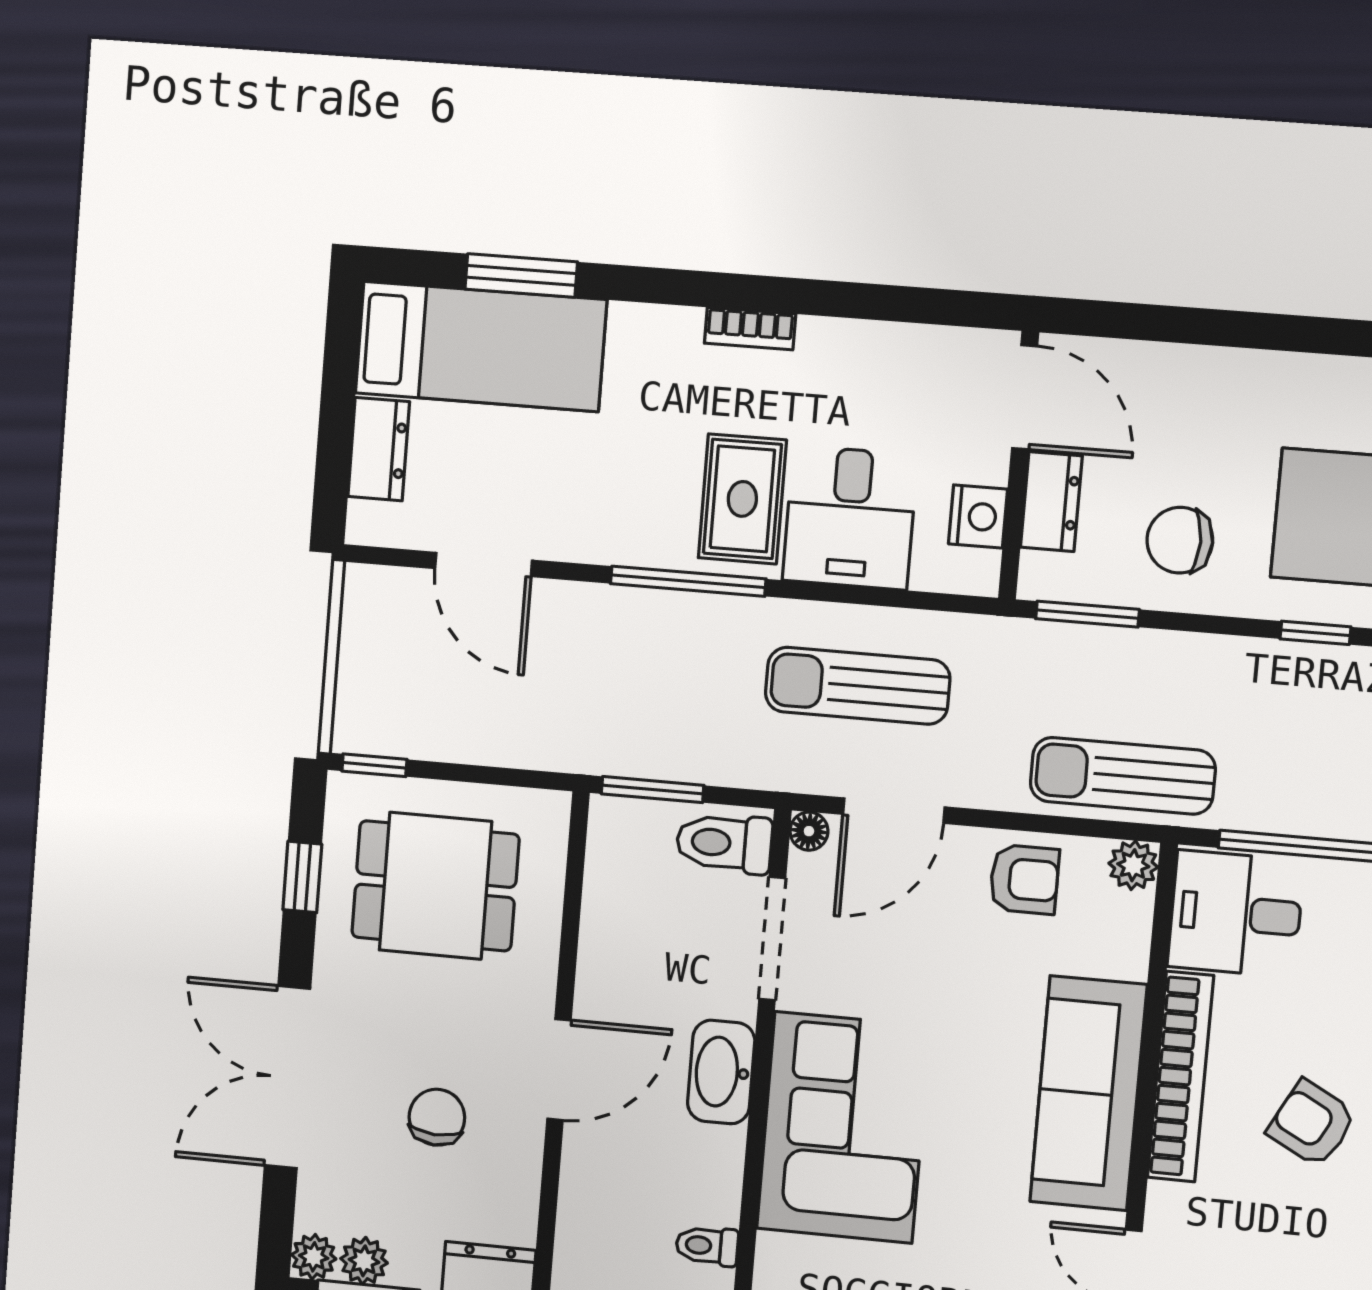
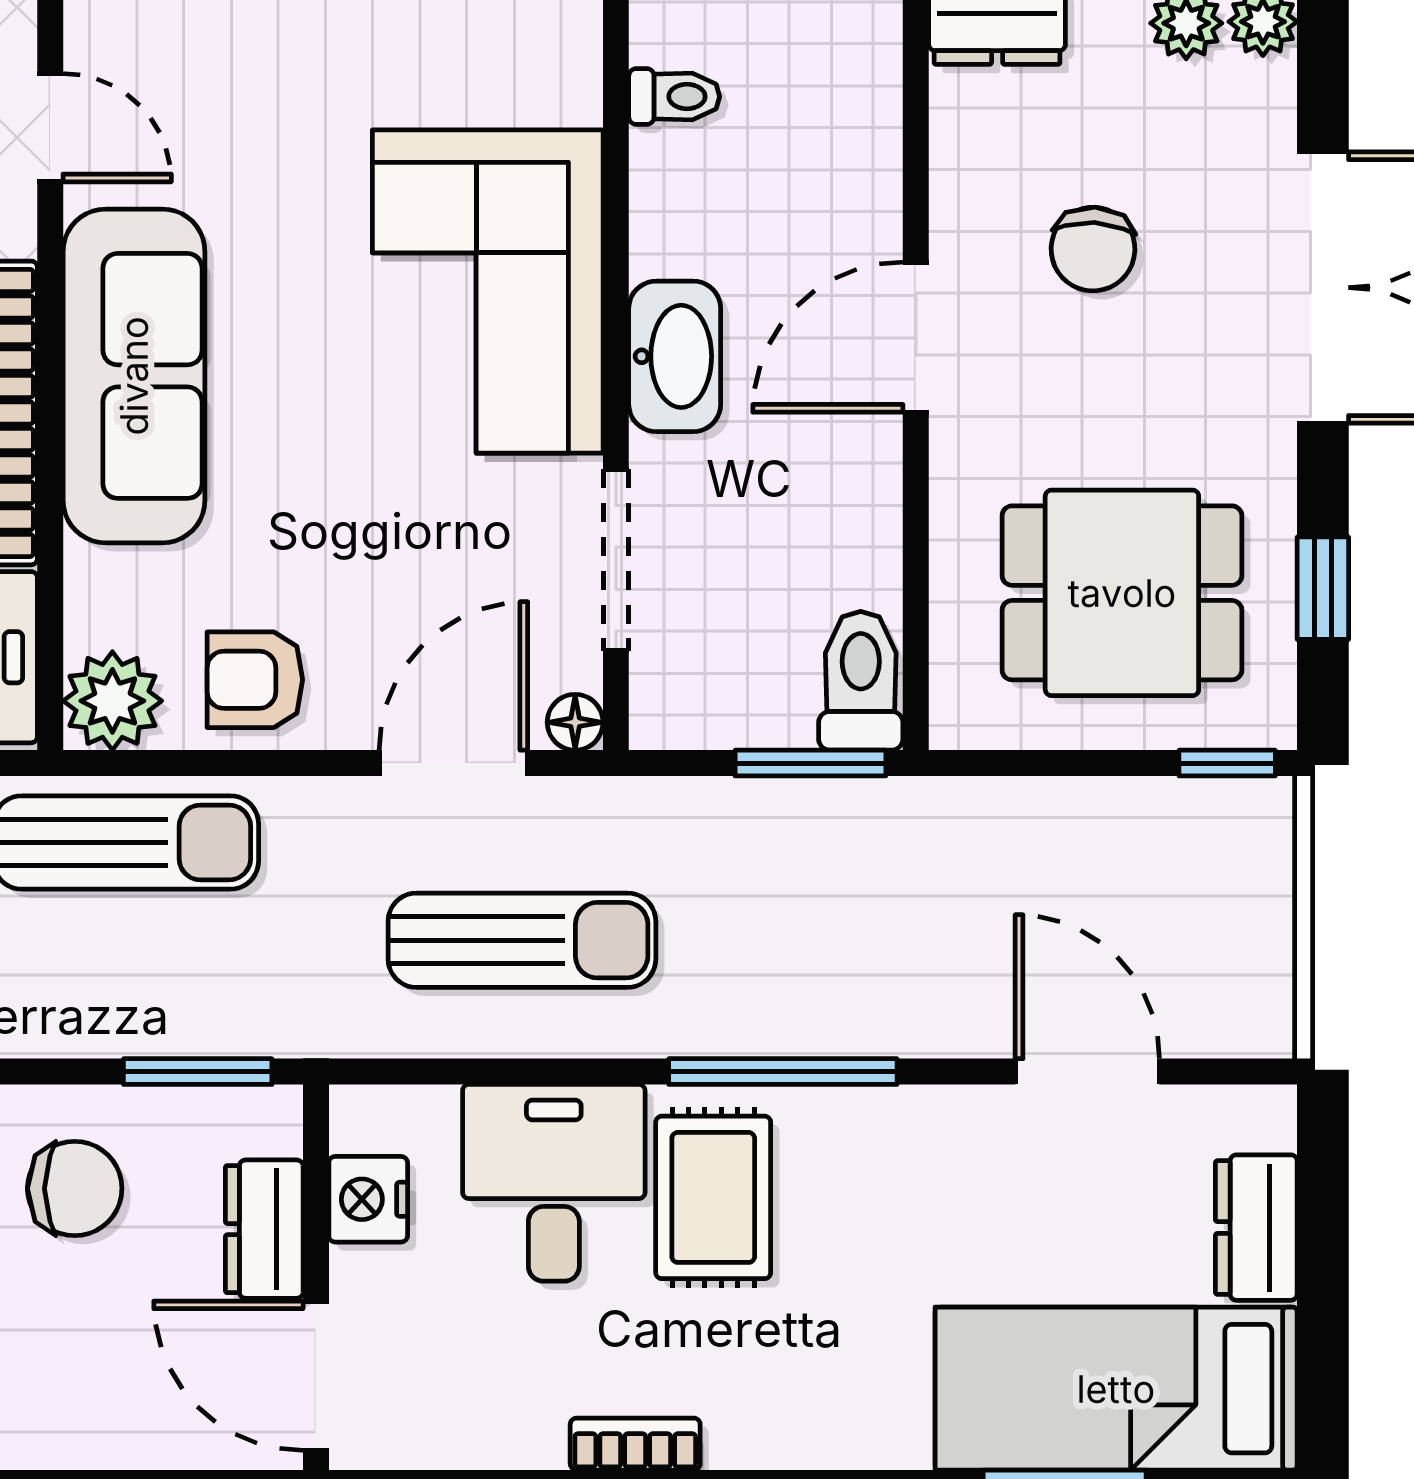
bookcase: (750, 329) -> (635, 1444), moved
toilet: (724, 843) -> (861, 681), moved, turned -90
plant: (1133, 865) -> (112, 701), width x1.38, depth x1.38

